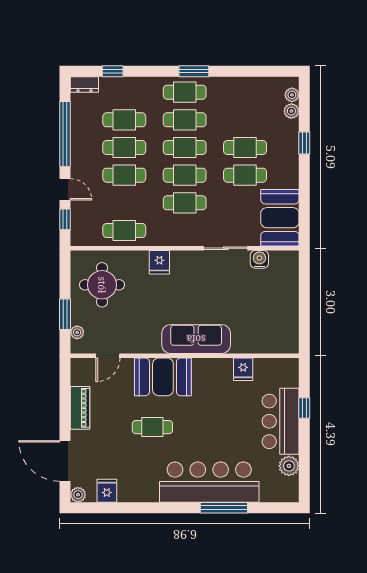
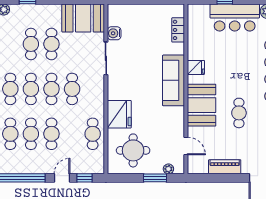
fridge: (159, 262) -> (119, 114), width x1.88, depth x1.34
locker: (264, 345) -> (178, 30), added
fridge: (243, 369) -> (196, 67), moved

